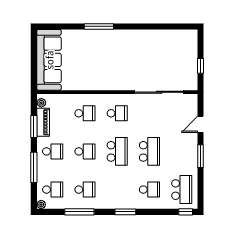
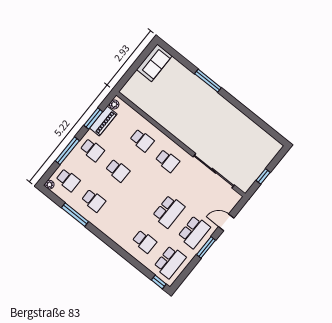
sofa: (49, 60) -> (154, 63), width x0.54, depth x0.79
school desk: (117, 151) -> (194, 232), moved
window: (125, 212) -> (111, 244), removed

